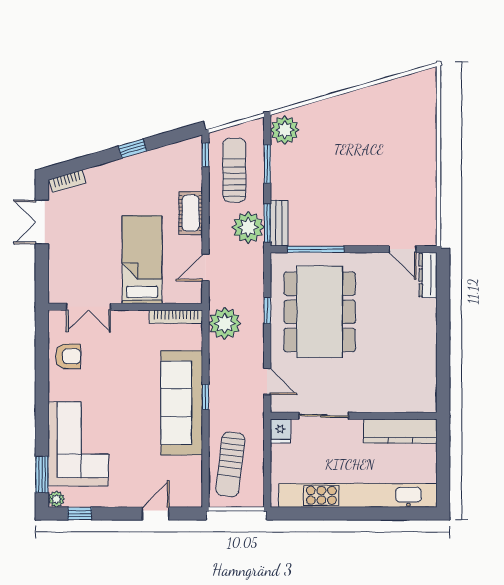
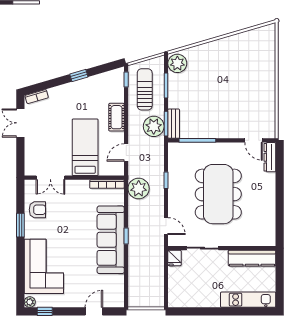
dining table: (320, 312) -> (218, 194), moved
sun lounger: (230, 464) -> (142, 280), removed
window: (42, 474) -> (20, 225), moved
kitchen unit: (358, 495) -> (248, 300), width x0.54

